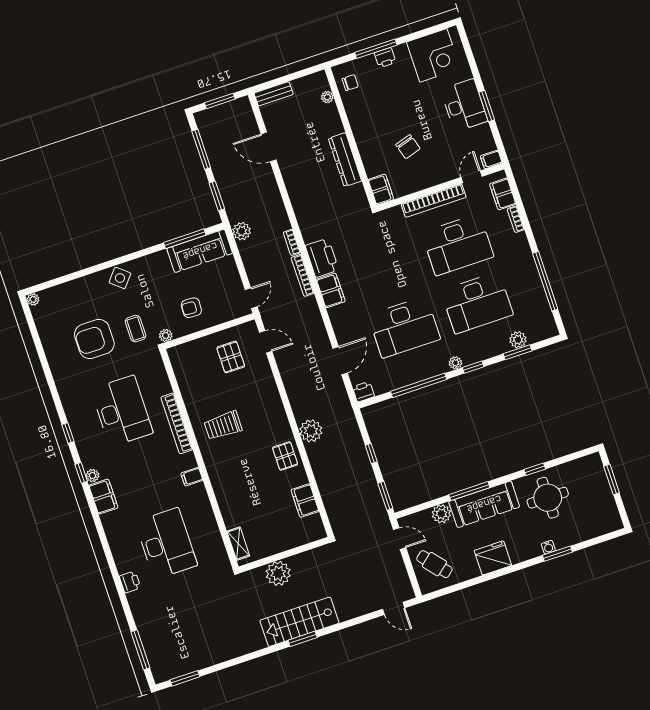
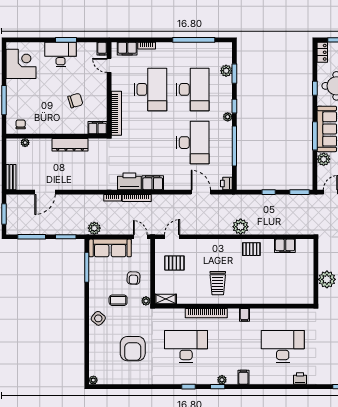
printer: (385, 58) -> (12, 96), removed
bookcase: (434, 201) -> (116, 113), moved
sofa: (200, 251) -> (110, 248), moved, turned 90
coffee table: (136, 329) -> (118, 300), moved
locker: (587, 463) -> (322, 52), added
filing cabinet: (103, 497) -> (243, 377), width x0.50
shelving: (238, 544) -> (166, 299), moved

